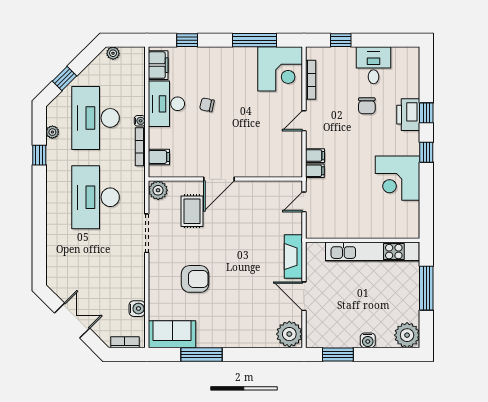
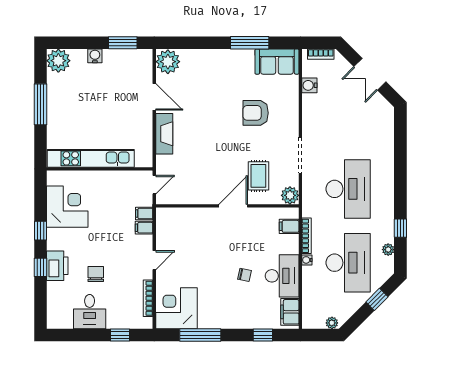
wall: (363, 240) -> (100, 169), moved
kitchen unit: (372, 252) -> (91, 158), moved

